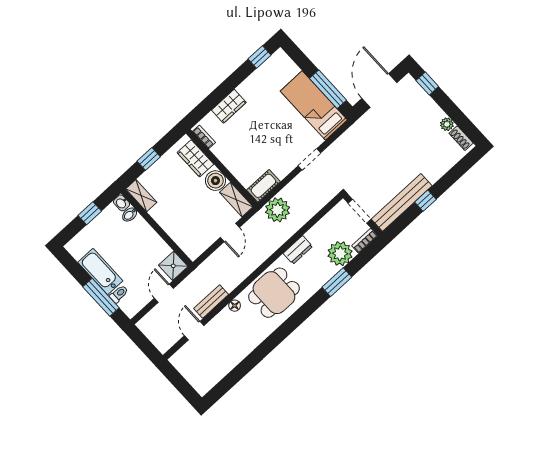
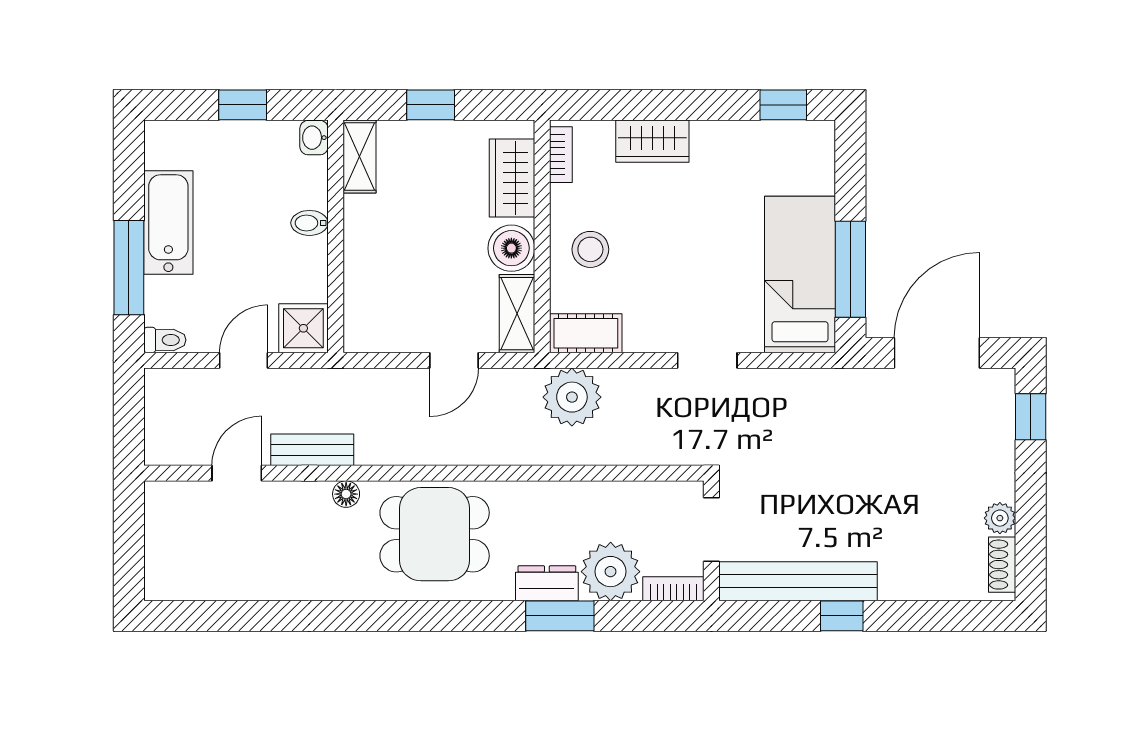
stool: (241, 158) -> (590, 249), added
bidet: (130, 215) -> (309, 223), moved
dresser: (298, 250) -> (547, 583), moved, turned 180
toilet: (119, 294) -> (165, 340), moved

